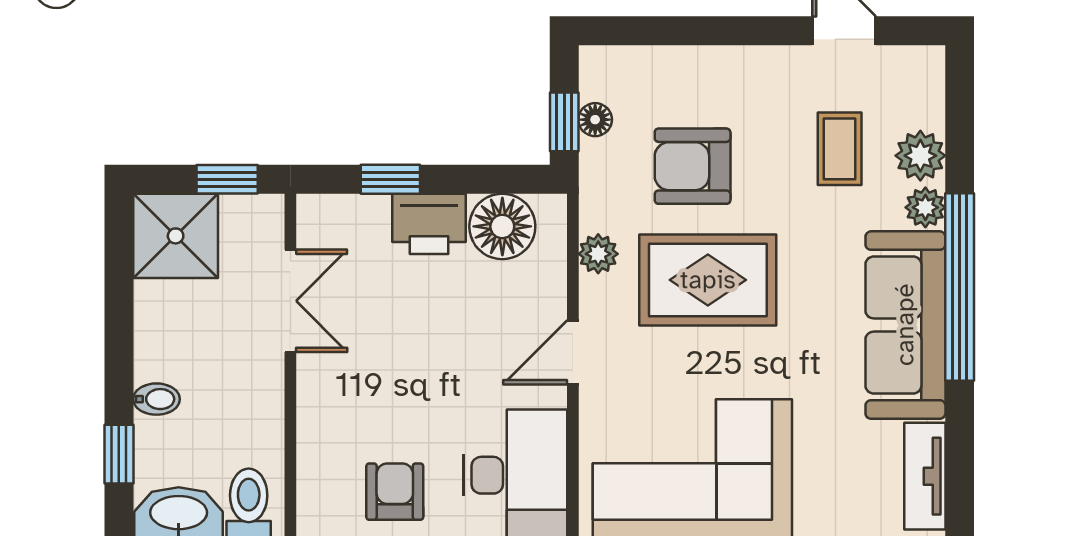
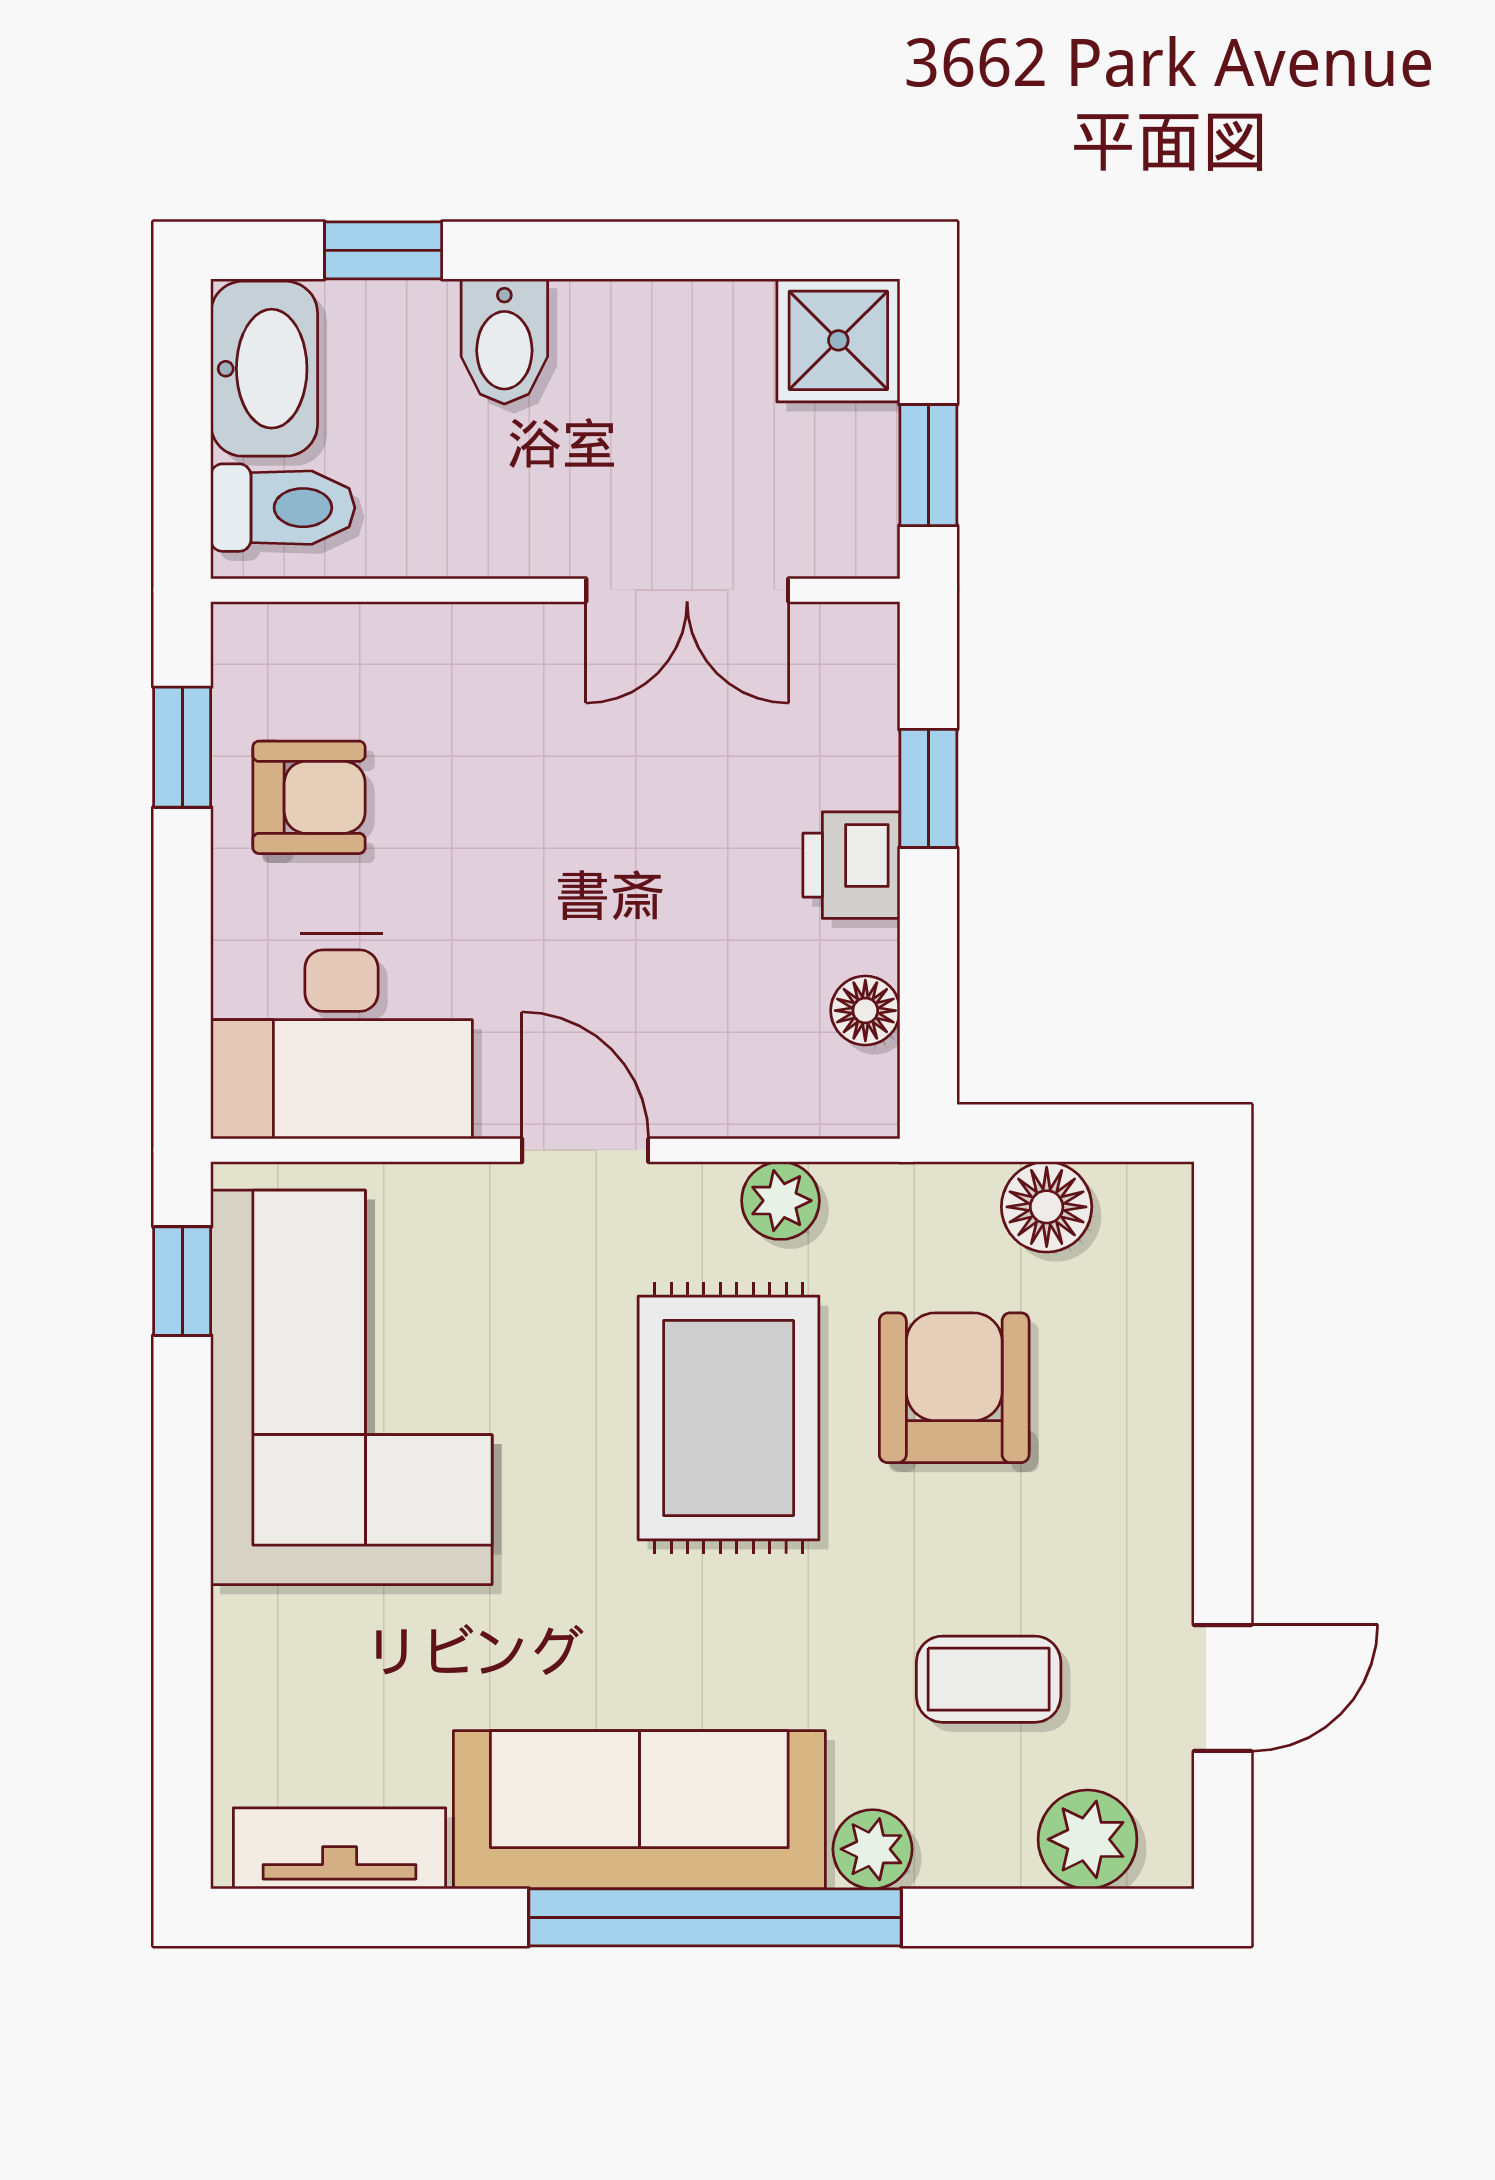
floor lamp: (595, 120) -> (1047, 1207), width x1.37, depth x1.37
window: (564, 122) -> (1042, 1133), removed
plant: (920, 156) -> (1088, 1839), moved
printer: (429, 224) -> (851, 865), width x0.73, depth x0.81
floor lamp: (502, 226) -> (865, 1011), width x0.53, depth x0.53
shower: (176, 236) -> (838, 340), width x0.73, depth x0.73
bidet: (157, 399) -> (504, 341), width x1.38, depth x1.36

